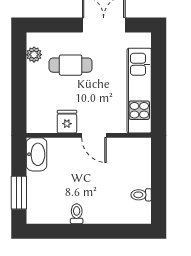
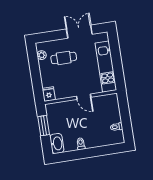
fridge: (67, 122) -> (49, 94), moved
washbasin: (36, 154) -> (57, 143), moved
window: (19, 193) -> (44, 126), moved

